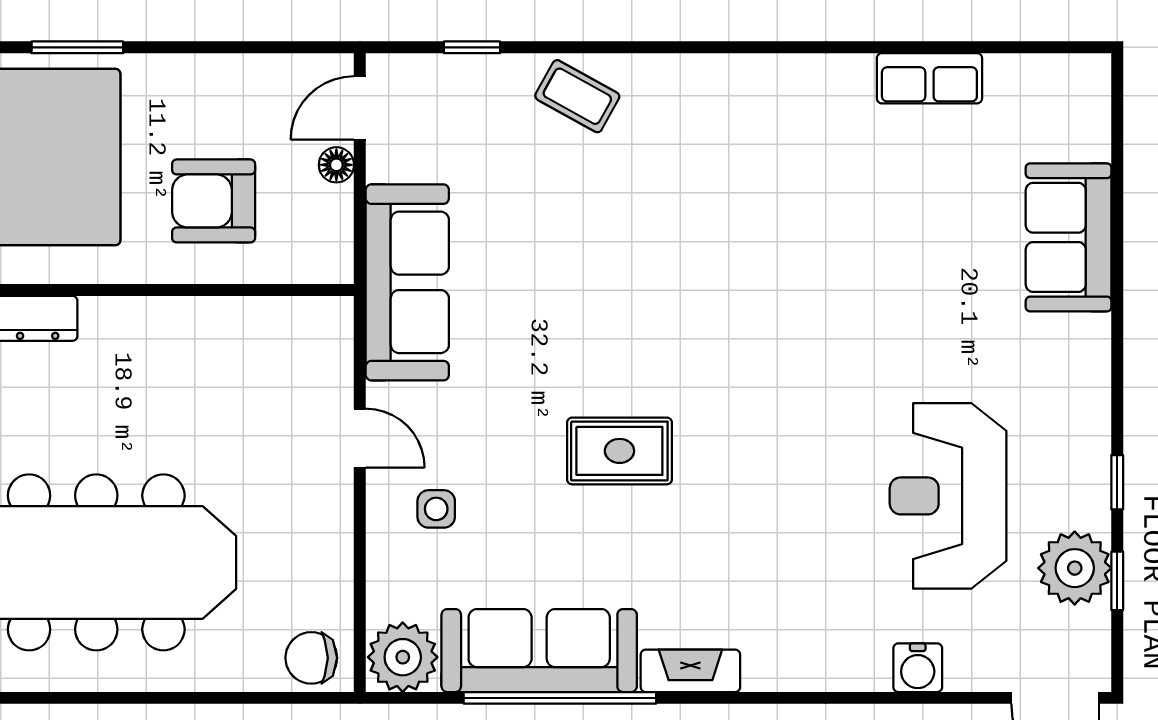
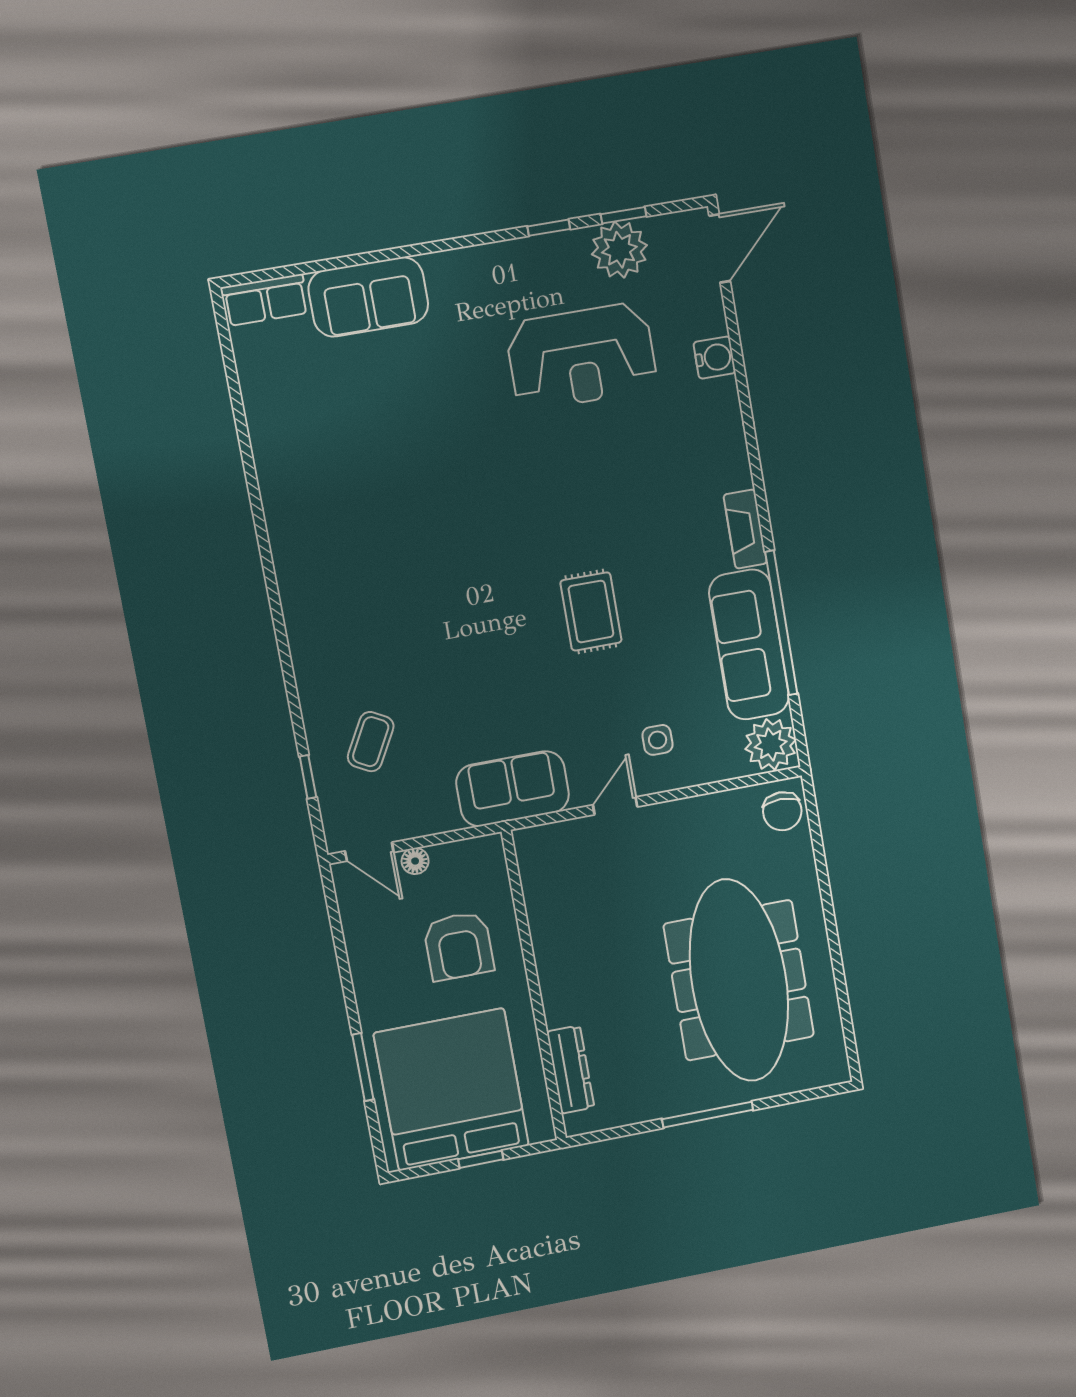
row of seats: (929, 78) -> (265, 300), moved, turned 90
coffee table: (577, 96) -> (371, 742), moved
sofa: (407, 282) -> (513, 789), width x0.73

